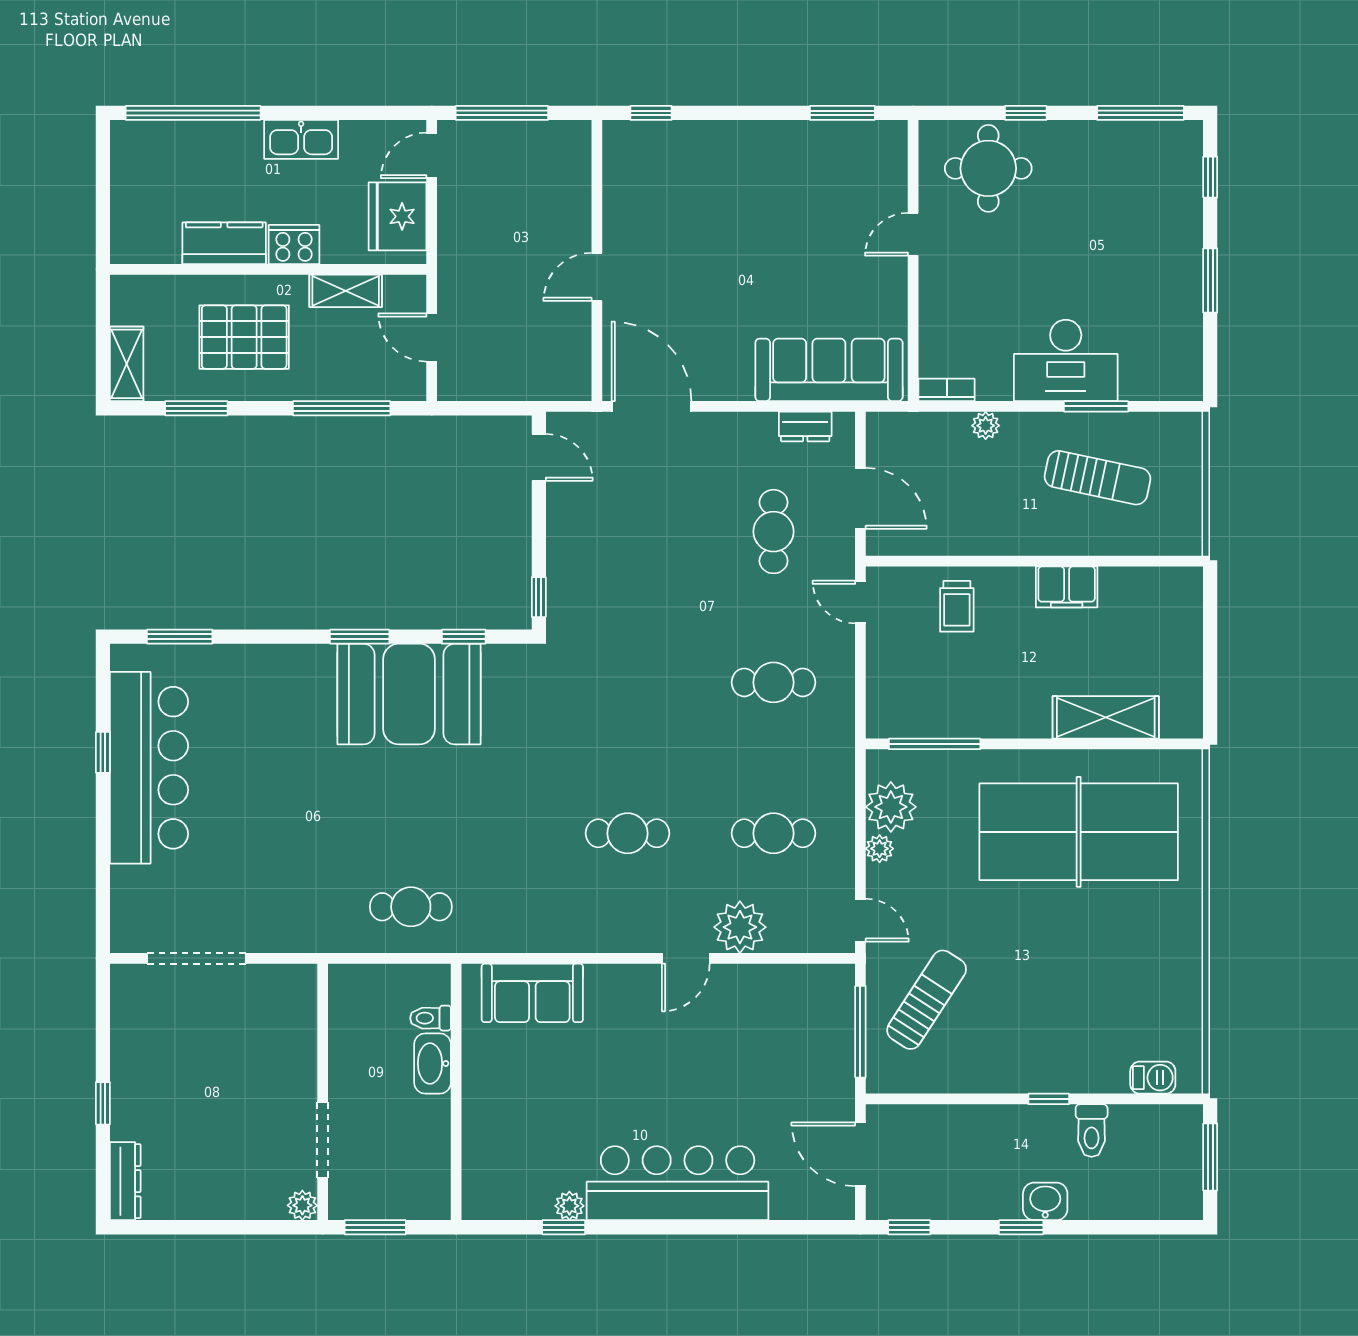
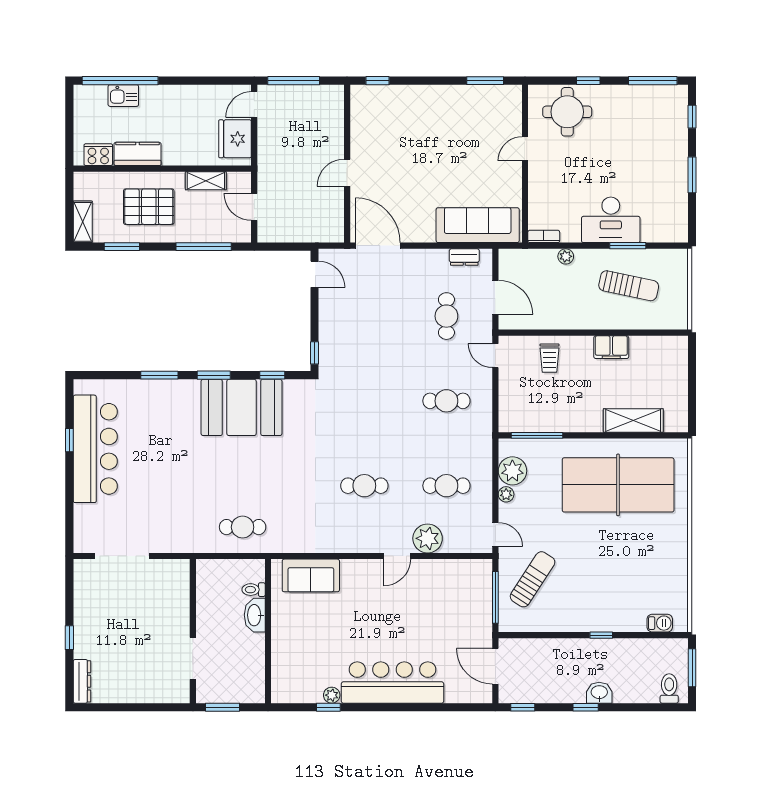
kitchen sink: (301, 139) -> (123, 96), moved, width x0.73
cooker: (294, 245) -> (98, 155), moved
window: (180, 637) -> (159, 375), moved
toilet: (1092, 1131) -> (669, 688), moved, turned 180
plant: (302, 1205) -> (182, 695), removed

